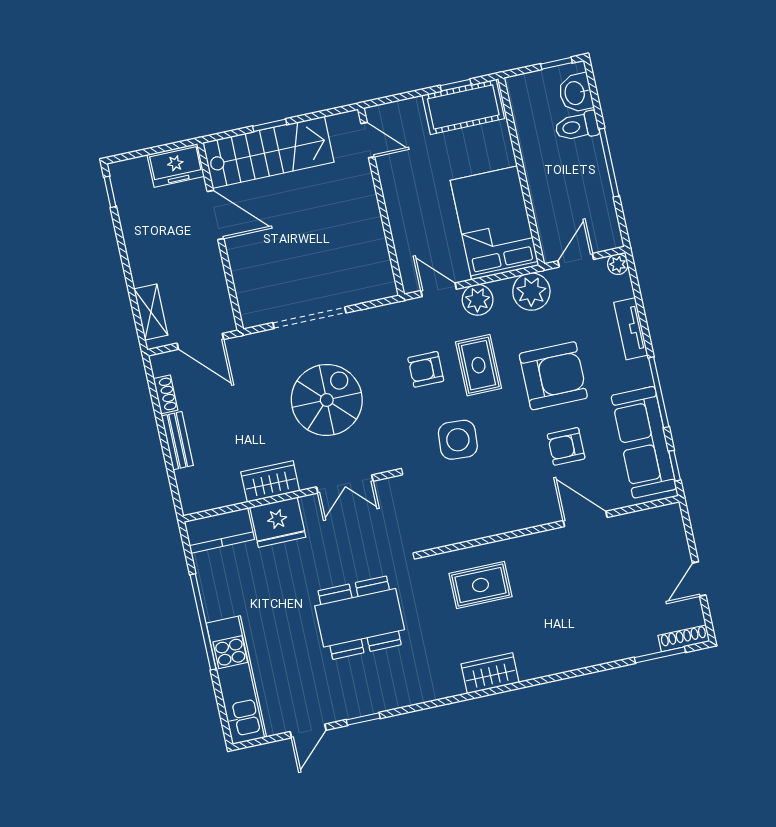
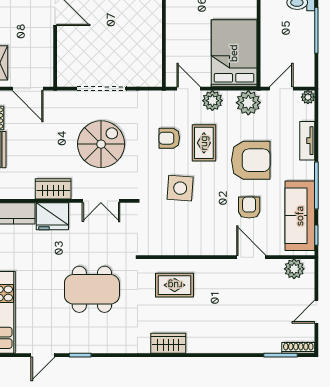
armchair: (566, 446) -> (249, 208), turned 90
plant: (652, 523) -> (294, 269), added

